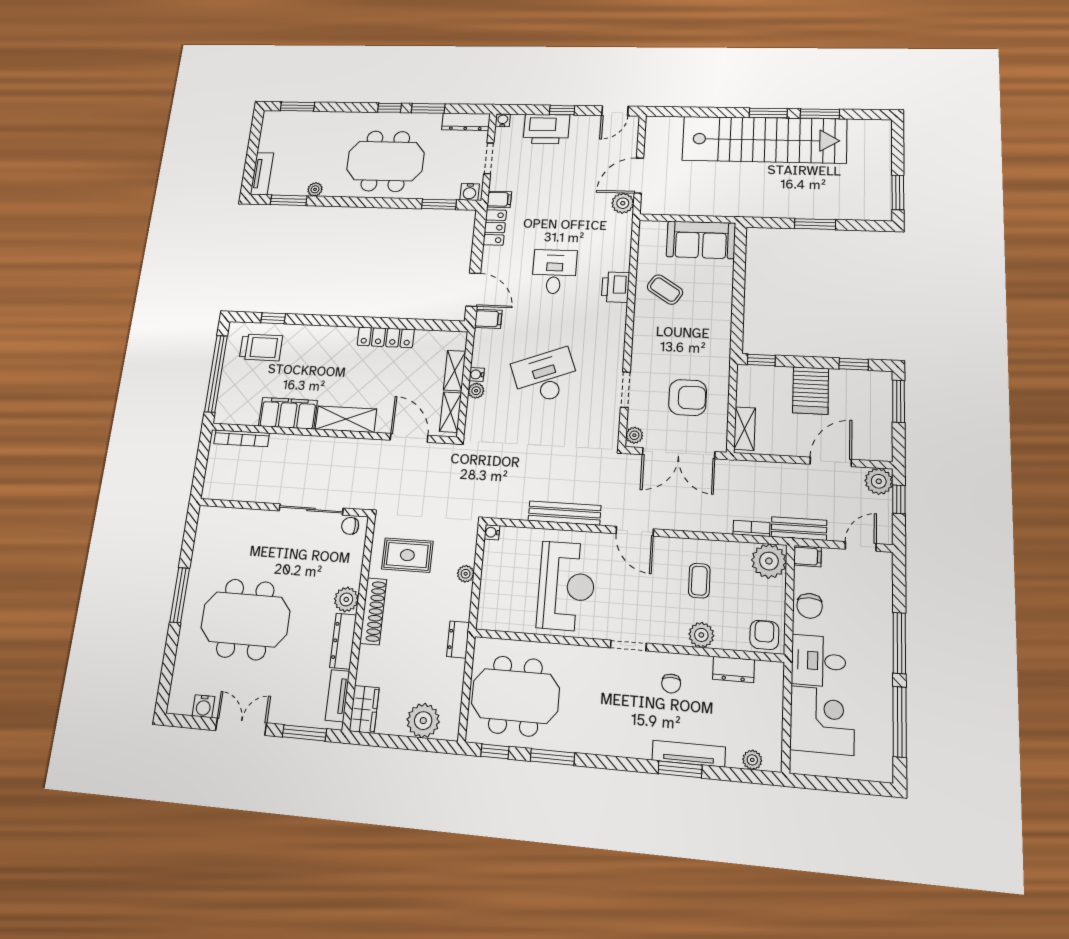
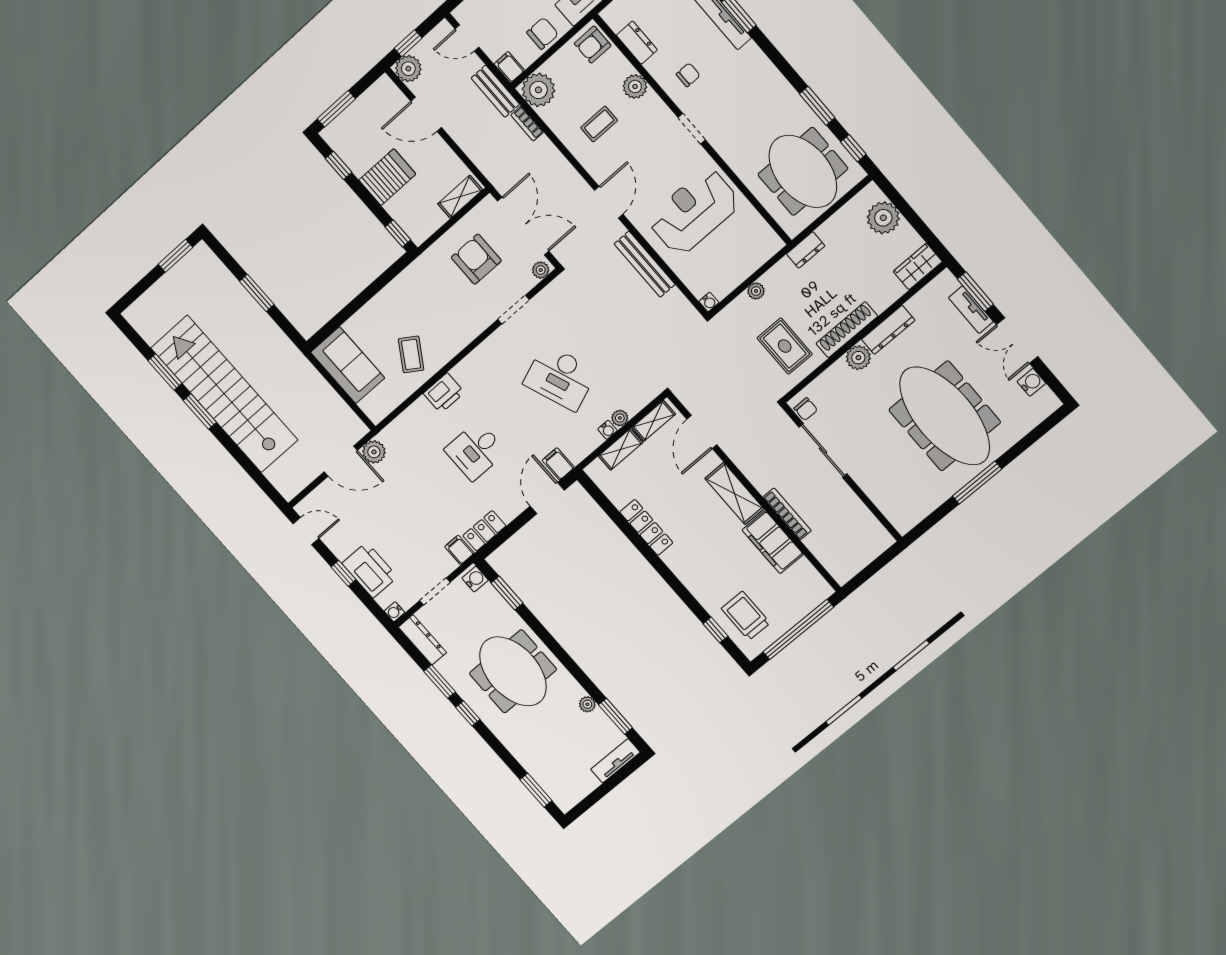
bookcase: (242, 438) -> (787, 514), moved
meeting table: (245, 619) -> (945, 416), width x1.36
tv unit: (337, 696) -> (971, 310), moved, turned 90

